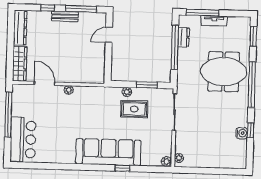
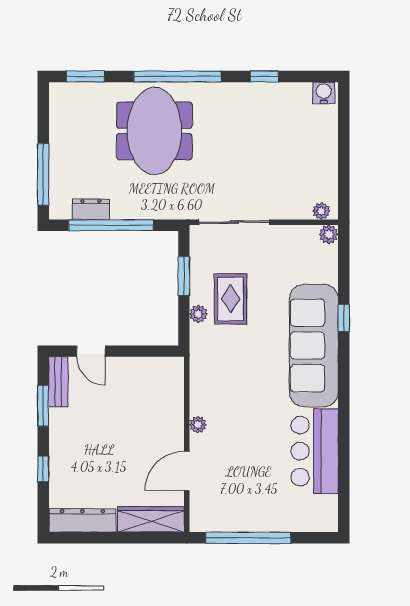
window: (81, 9) -> (43, 406), width x0.69
bench: (65, 16) -> (58, 382), moved
tv unit: (214, 21) -> (58, 152), removed
water cooler: (242, 133) -> (324, 93), moved
bar counter: (23, 139) -> (315, 451), moved, turned -90

